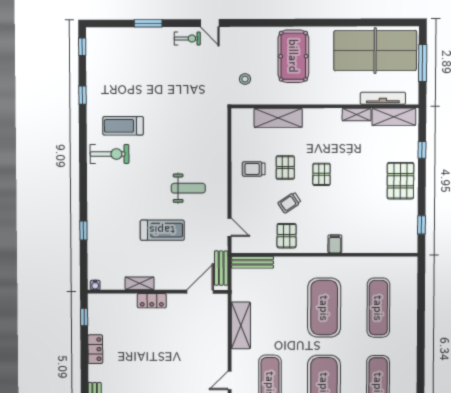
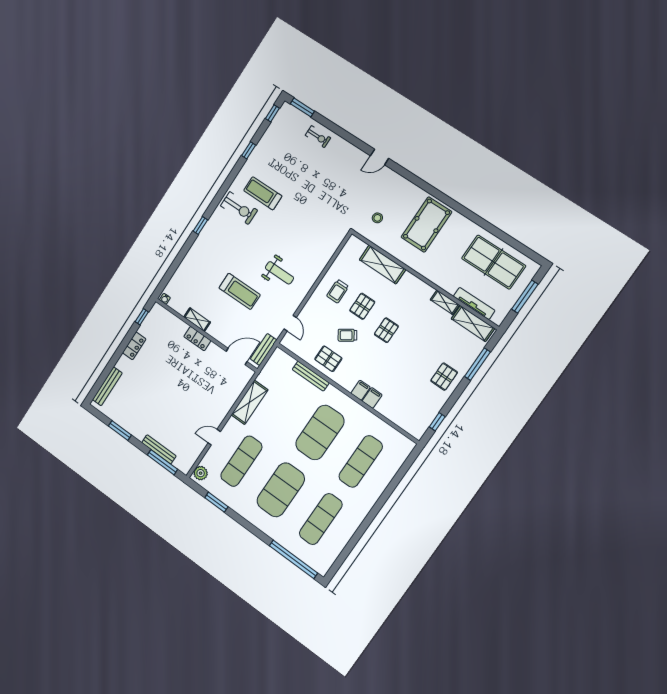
window: (148, 23) -> (302, 107), moved
door: (210, 23) -> (380, 157), hinge flipped
exercise bike: (187, 39) -> (318, 137), moved
table tennis table: (375, 51) -> (494, 262), width x0.73, depth x0.76
window: (422, 150) -> (477, 364), width x2.17
trolley: (254, 169) -> (338, 291), turned -90
pallet: (400, 181) -> (444, 377), width x0.67, depth x0.71
window: (83, 231) -> (200, 226), moved
pallet: (287, 236) -> (328, 359), turned 90
filing cabinet: (350, 244) -> (372, 398), added
bench: (252, 262) -> (311, 376), moved

